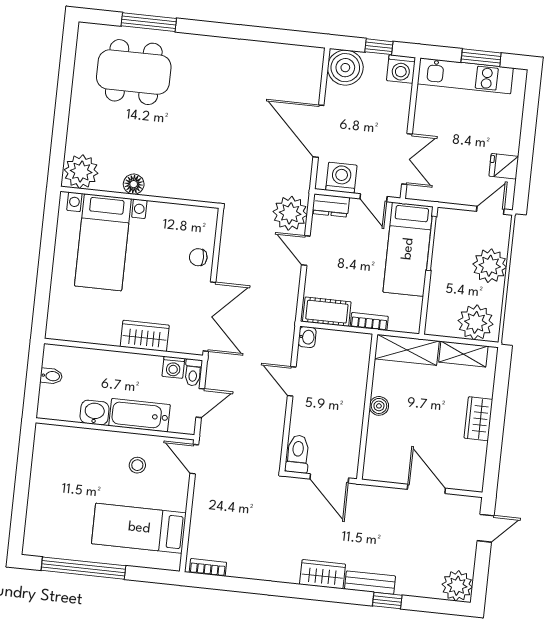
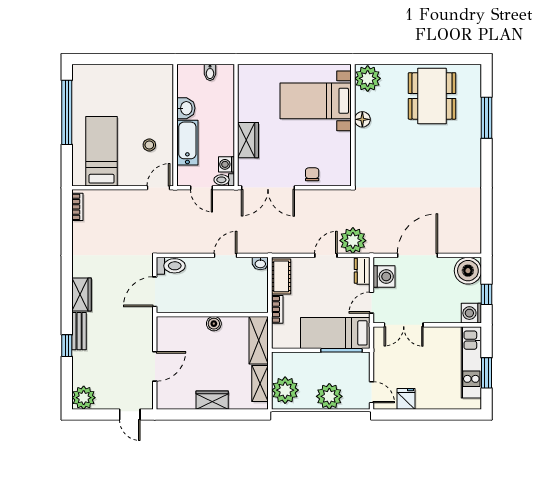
dining table: (134, 72) -> (432, 96), moved

